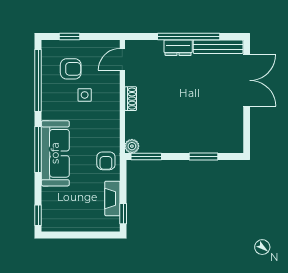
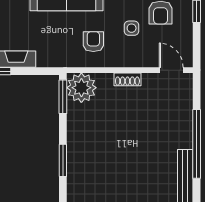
dresser: (178, 48) -> (184, 132), removed
plant: (132, 146) -> (81, 88), width x1.88, depth x1.88
armchair: (106, 161) -> (93, 42), moved, turned 90

